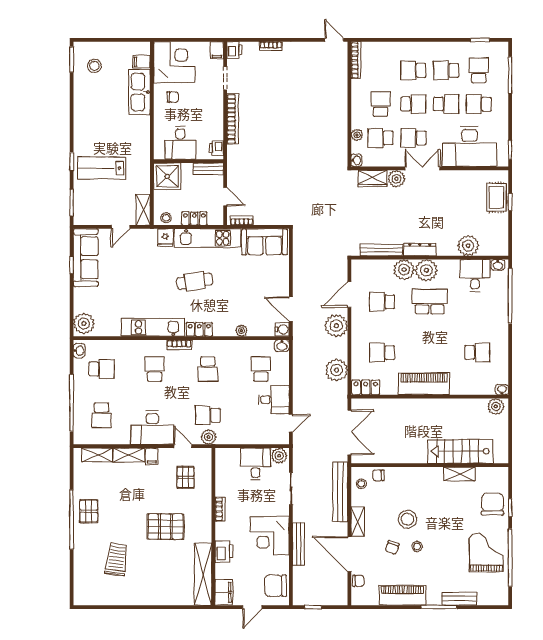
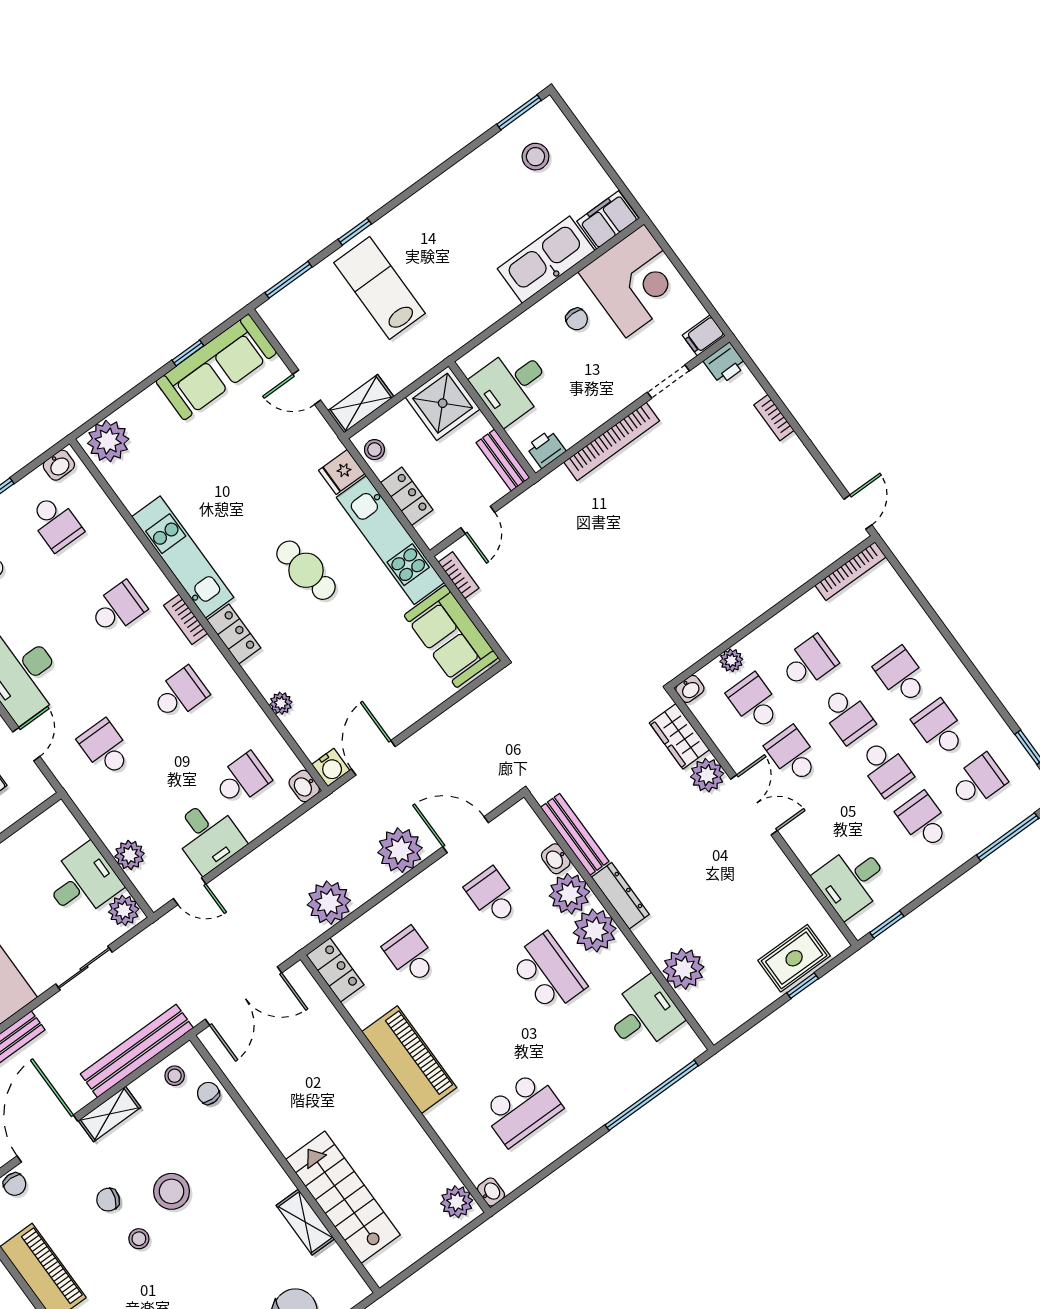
filing cabinet: (142, 62) -> (608, 220), width x2.00
desk: (469, 146) -> (852, 881), width x0.53, depth x0.77
washbasin: (498, 265) -> (556, 859), moved
school desk: (477, 353) -> (522, 1109), width x1.85
school desk: (208, 369) -> (180, 694), turned 180
plant: (208, 437) -> (130, 855), moved

